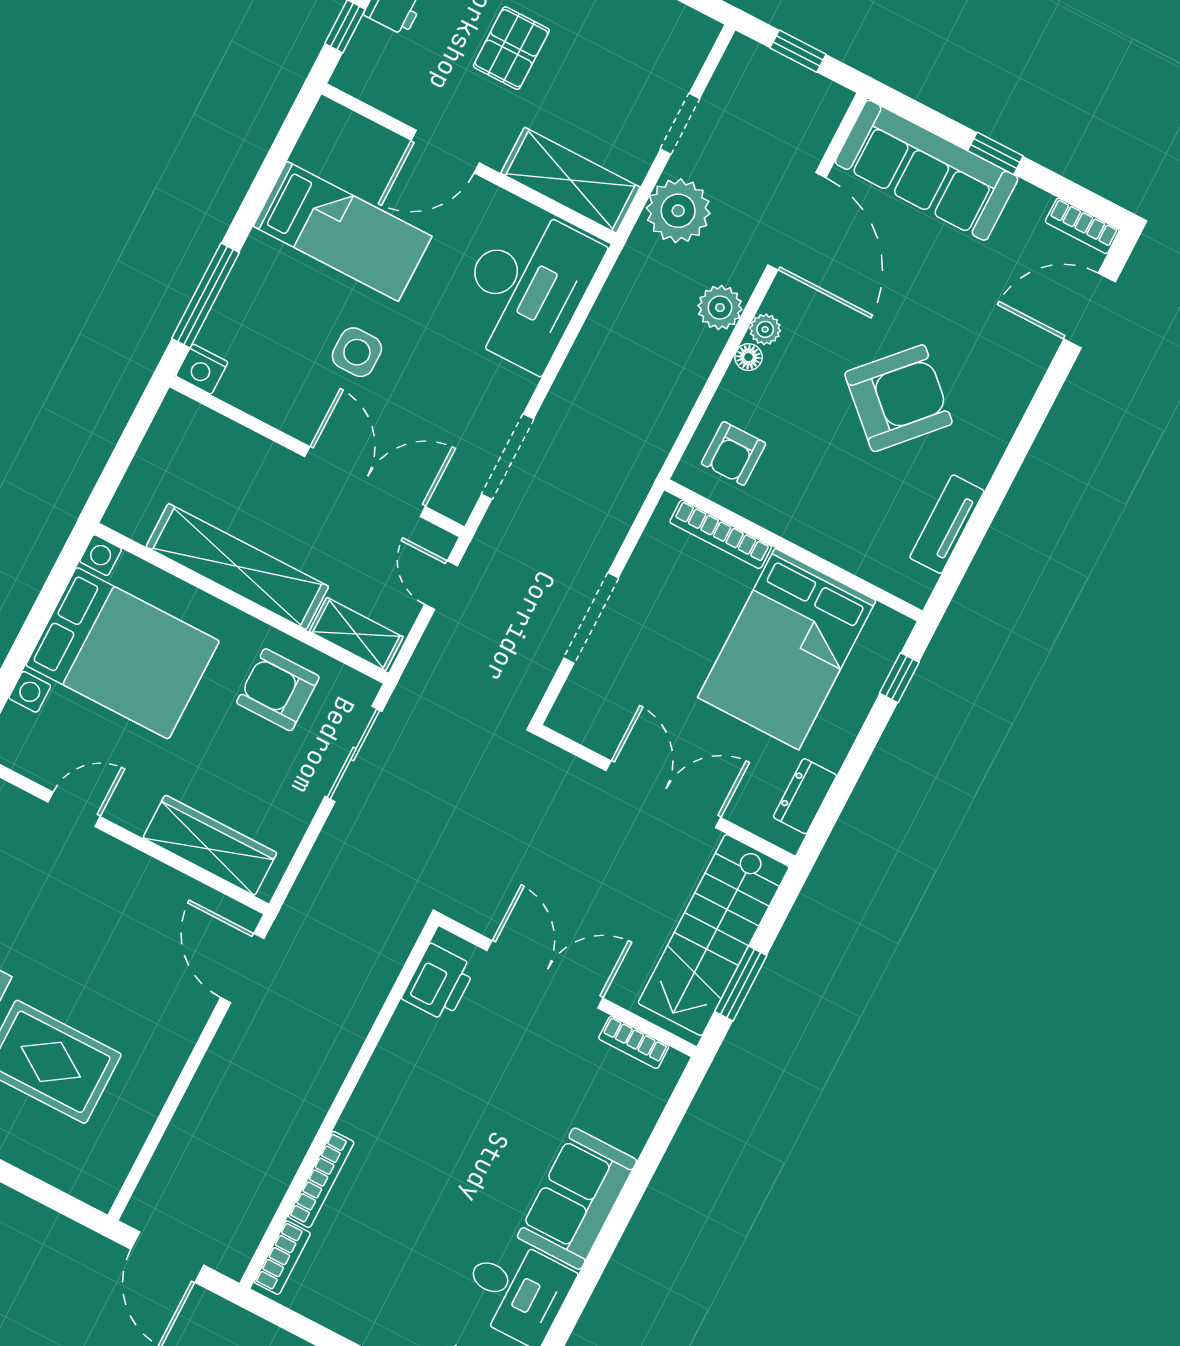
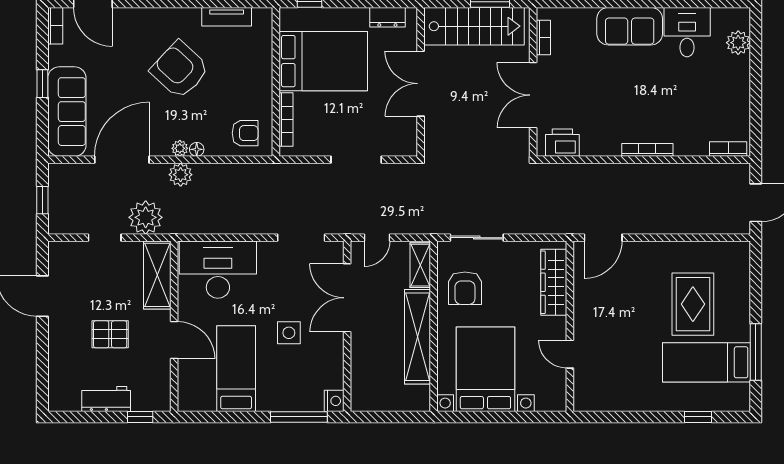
bookcase: (321, 1179) -> (647, 150), moved

